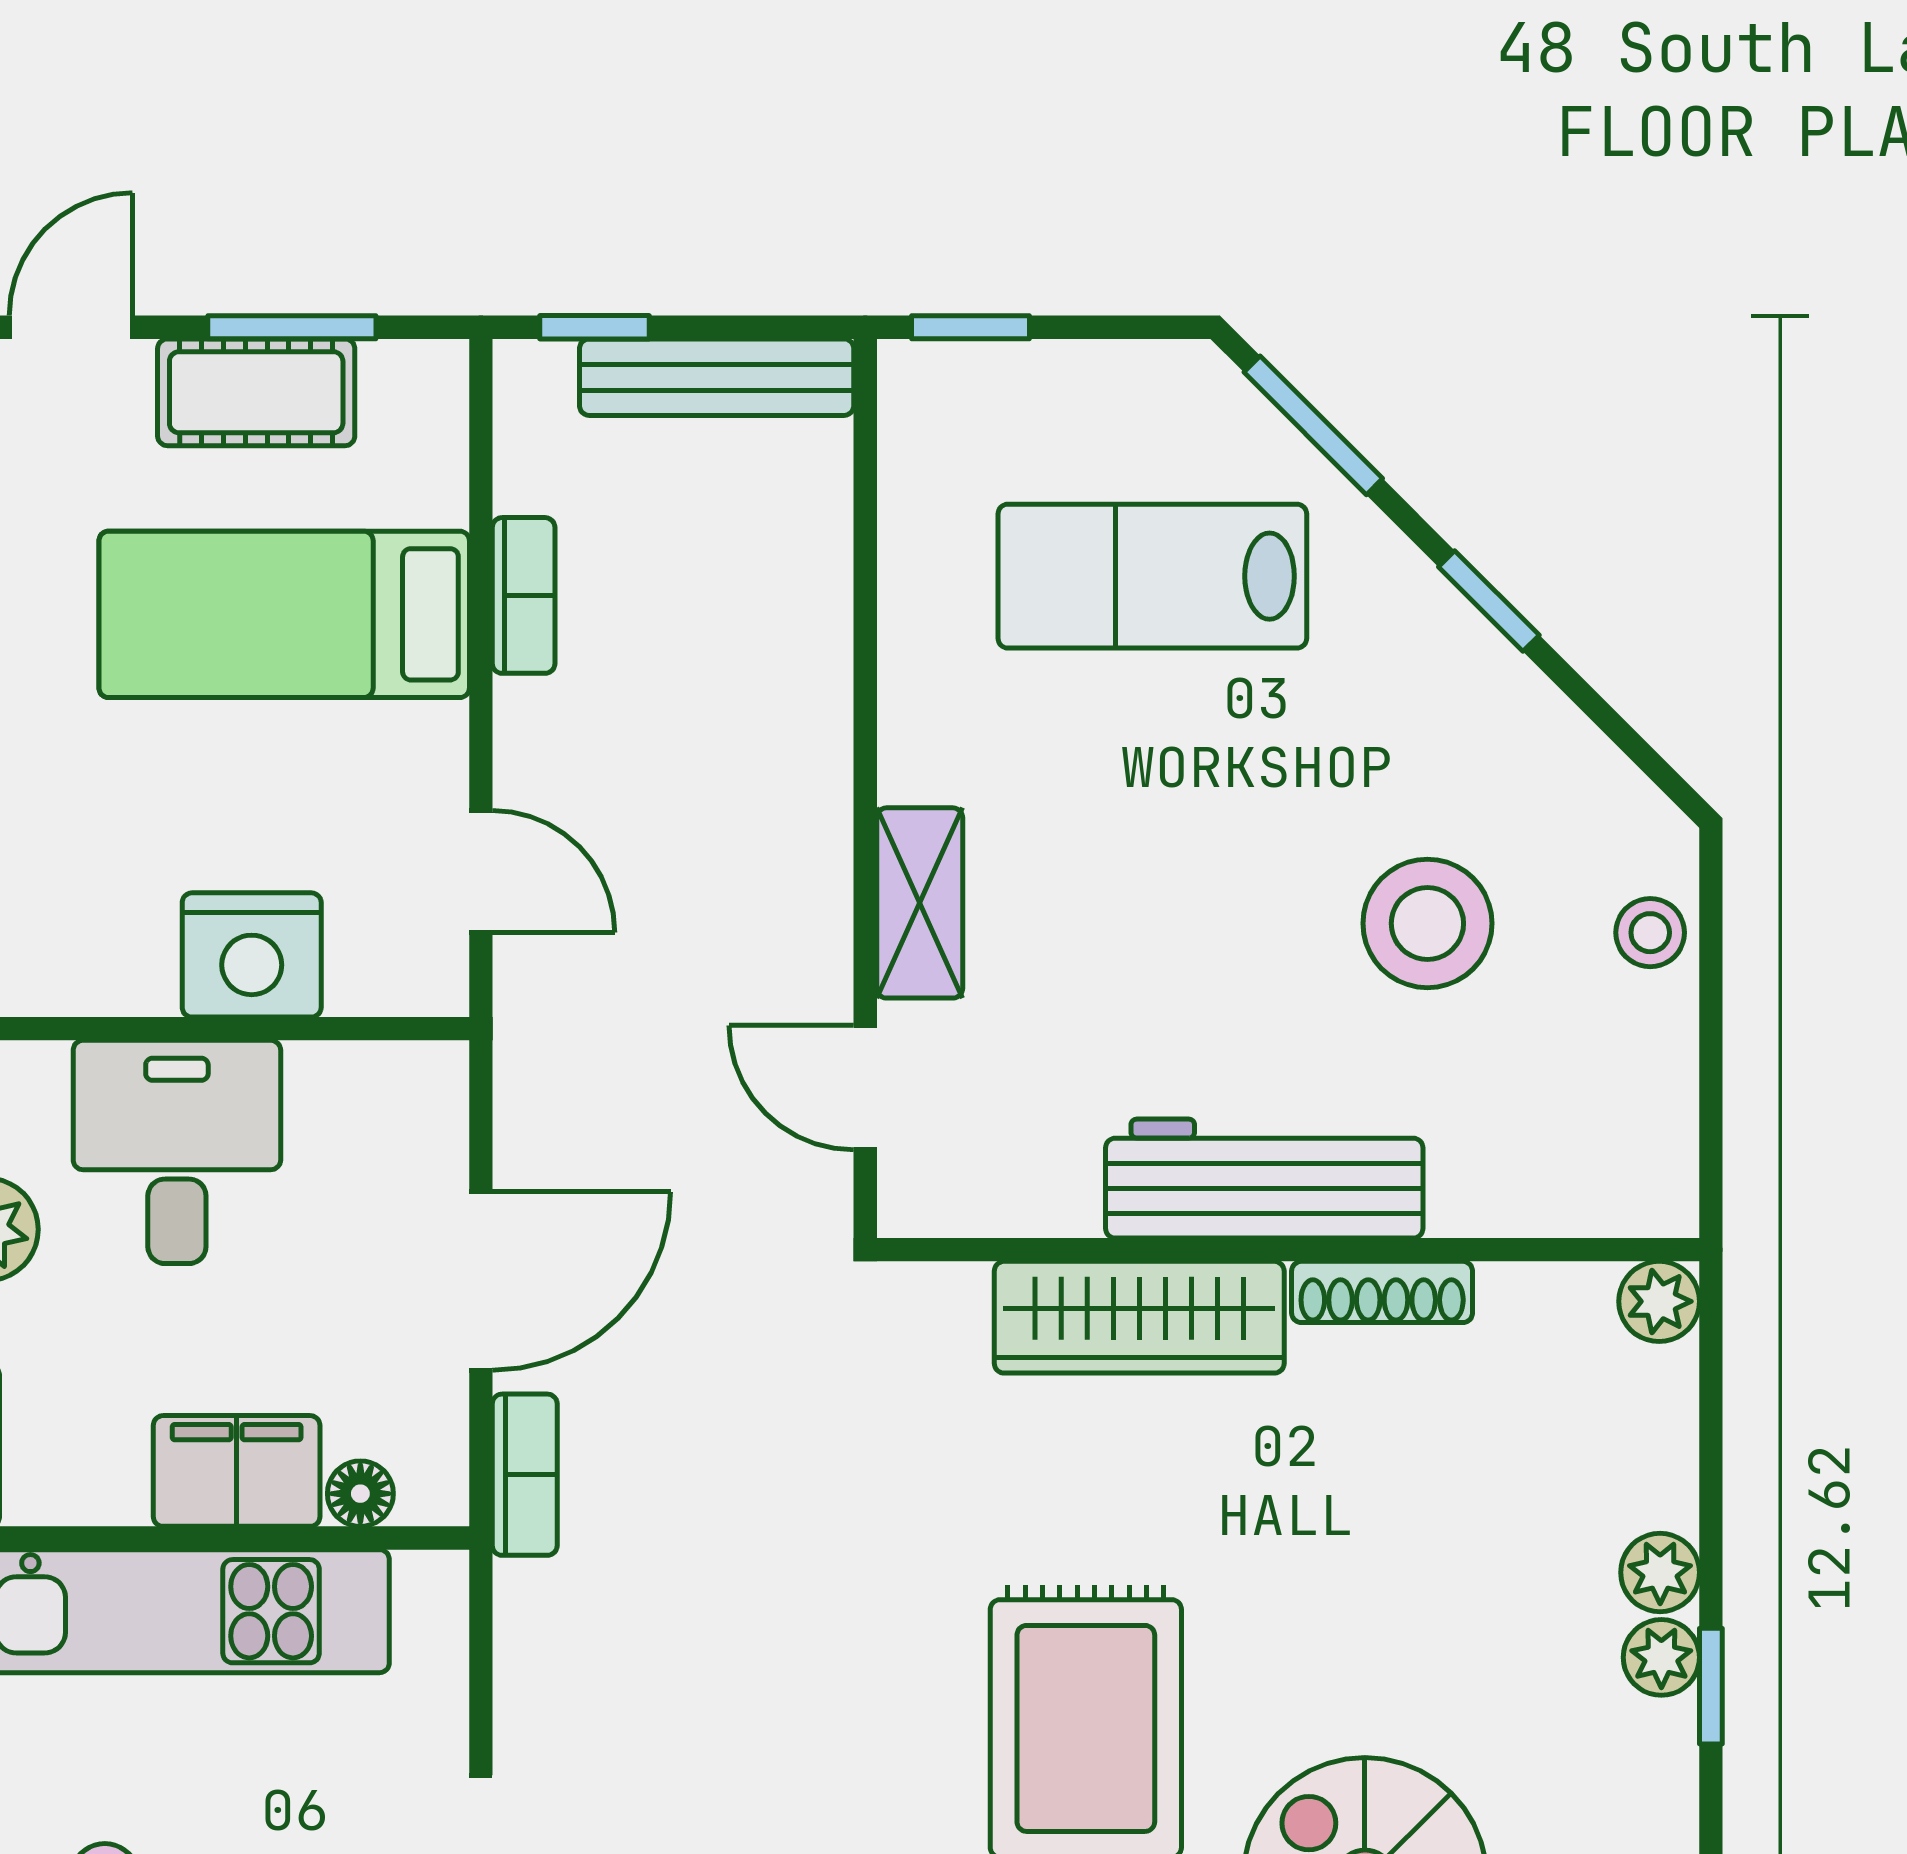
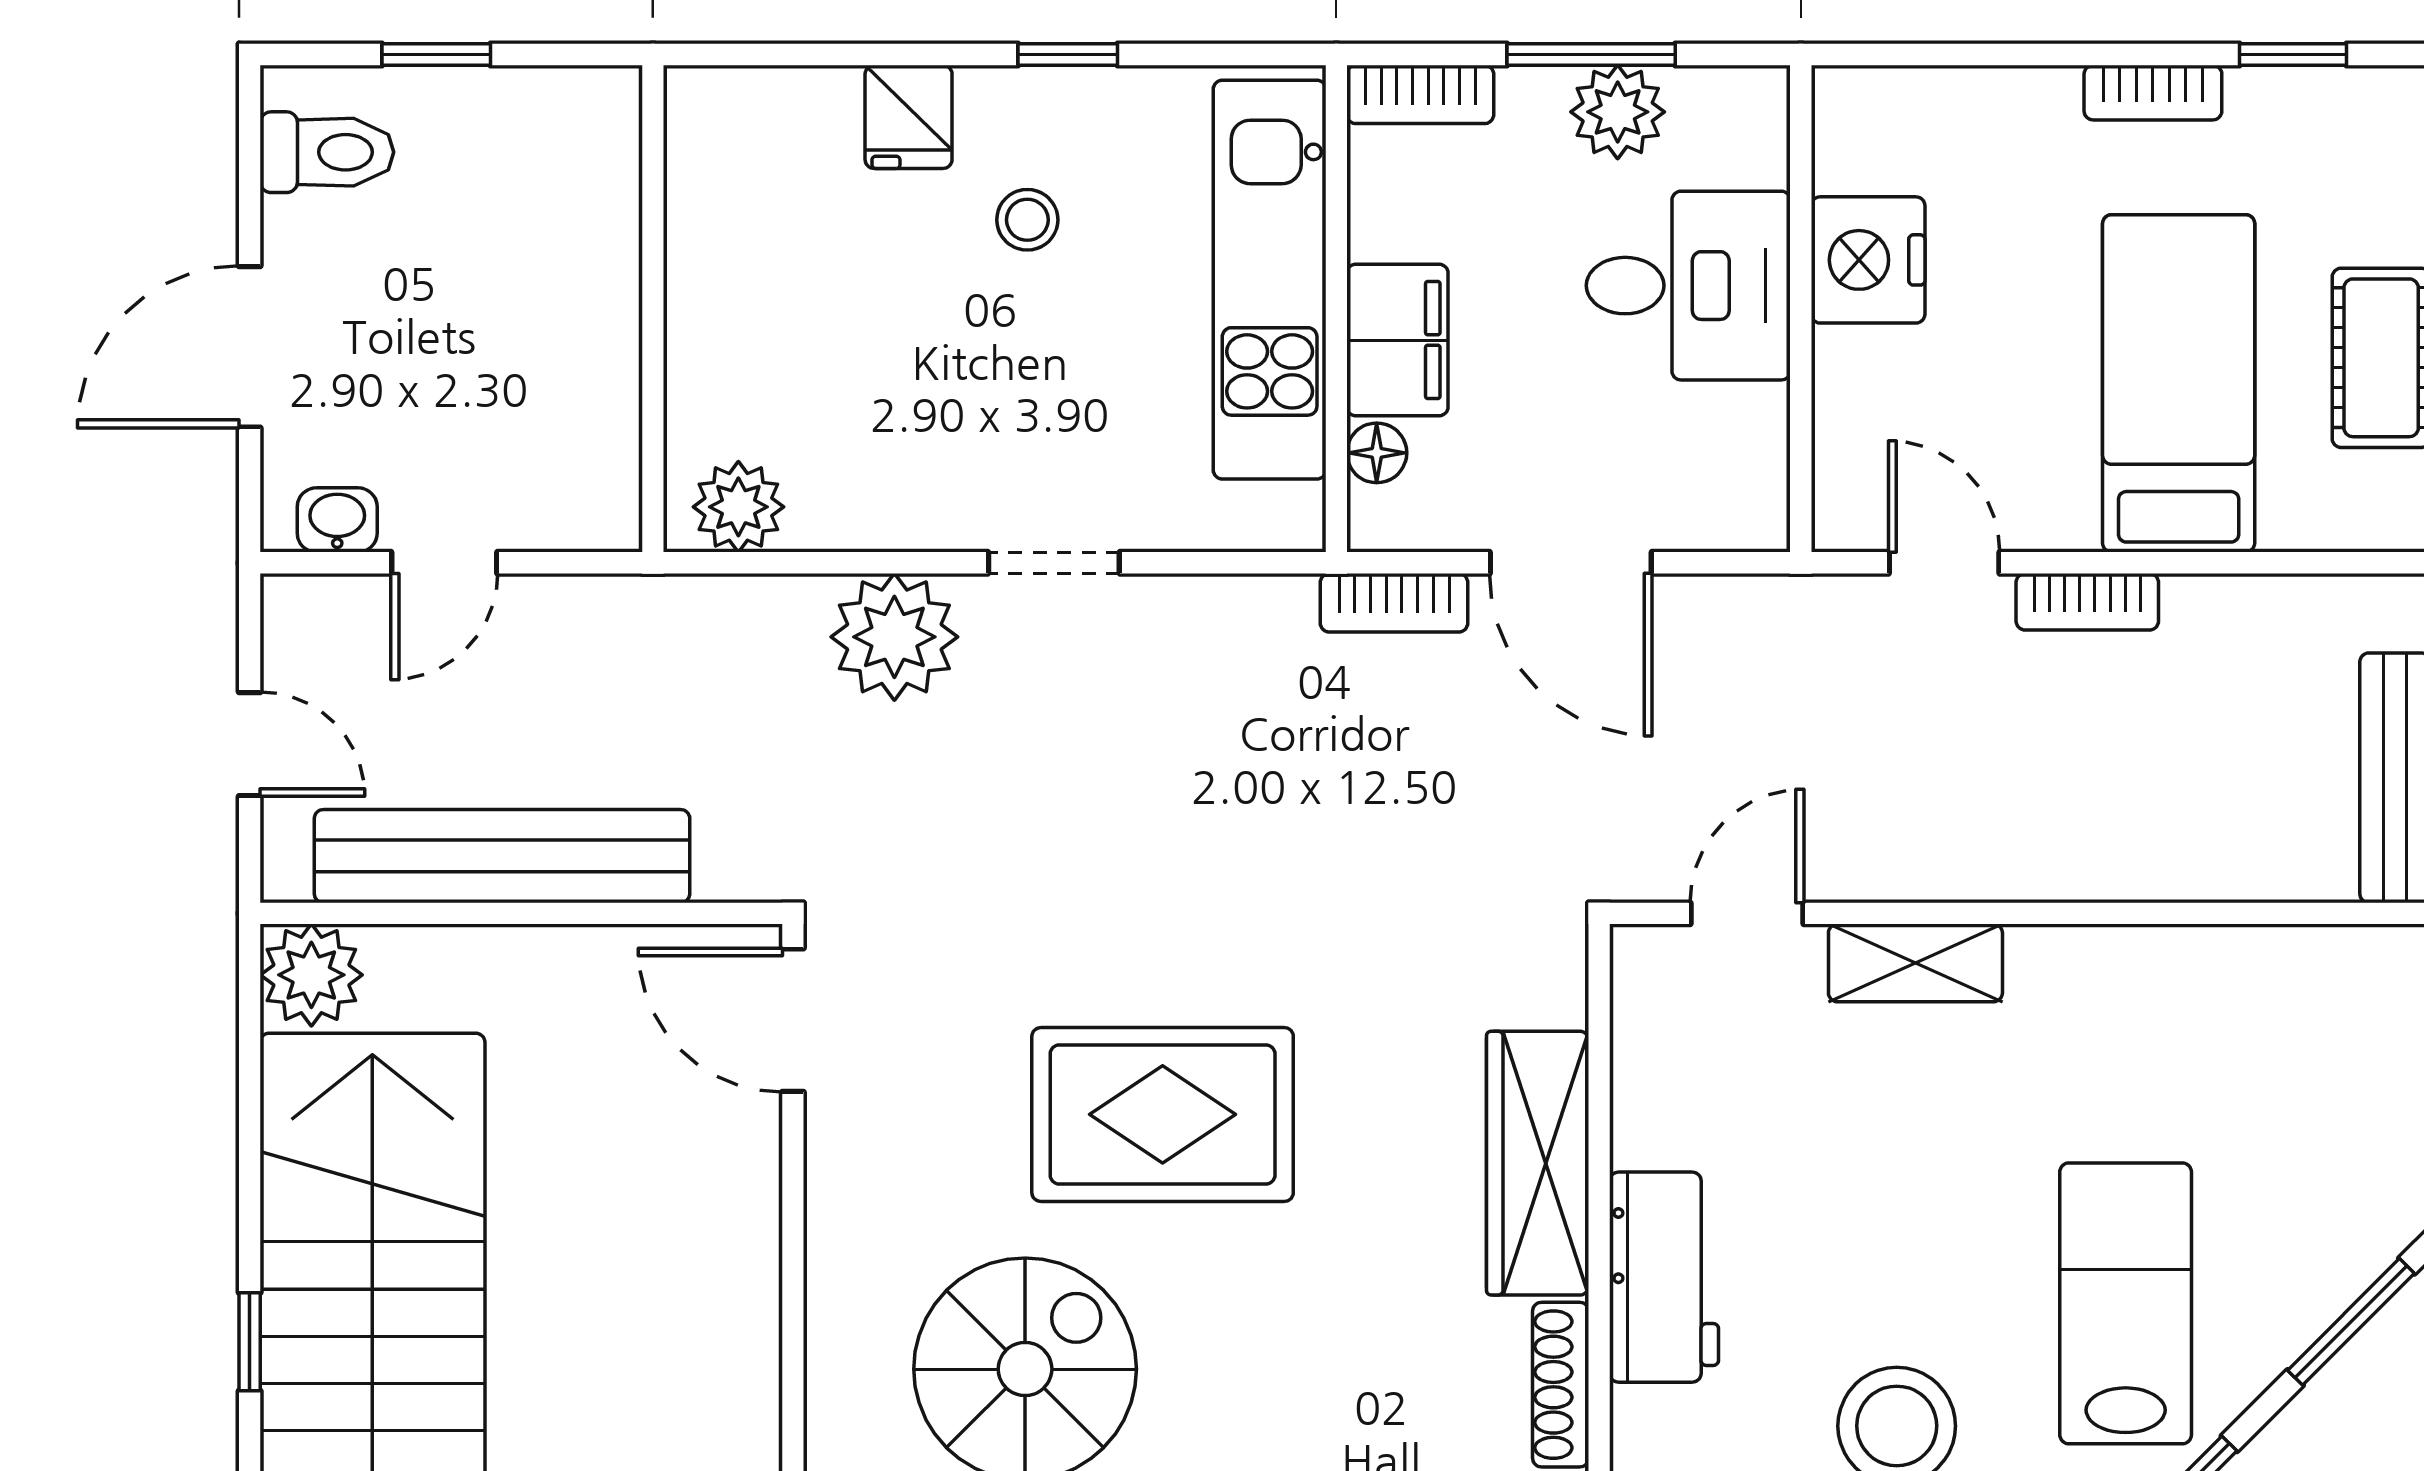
lab bench: (1152, 576) -> (2126, 1303), moved
bookcase: (524, 595) -> (2087, 602), moved
door: (481, 871) -> (1944, 563), swing flipped
nightstand: (252, 955) -> (1868, 260), moved
workbench: (1264, 1179) -> (1664, 1277), width x0.73

